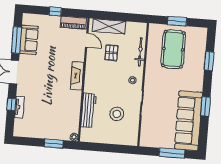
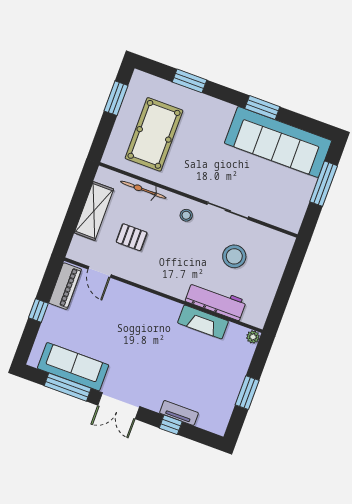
window: (177, 21) -> (116, 98), moved
shelving: (109, 26) -> (94, 211), moved
sofa: (29, 40) -> (73, 367), width x1.36
door: (87, 40) -> (100, 272), swing flipped
pool table: (173, 49) -> (154, 134), turned 90
fireplace: (77, 76) -> (203, 322), moved
window: (54, 144) -> (247, 393), moved

